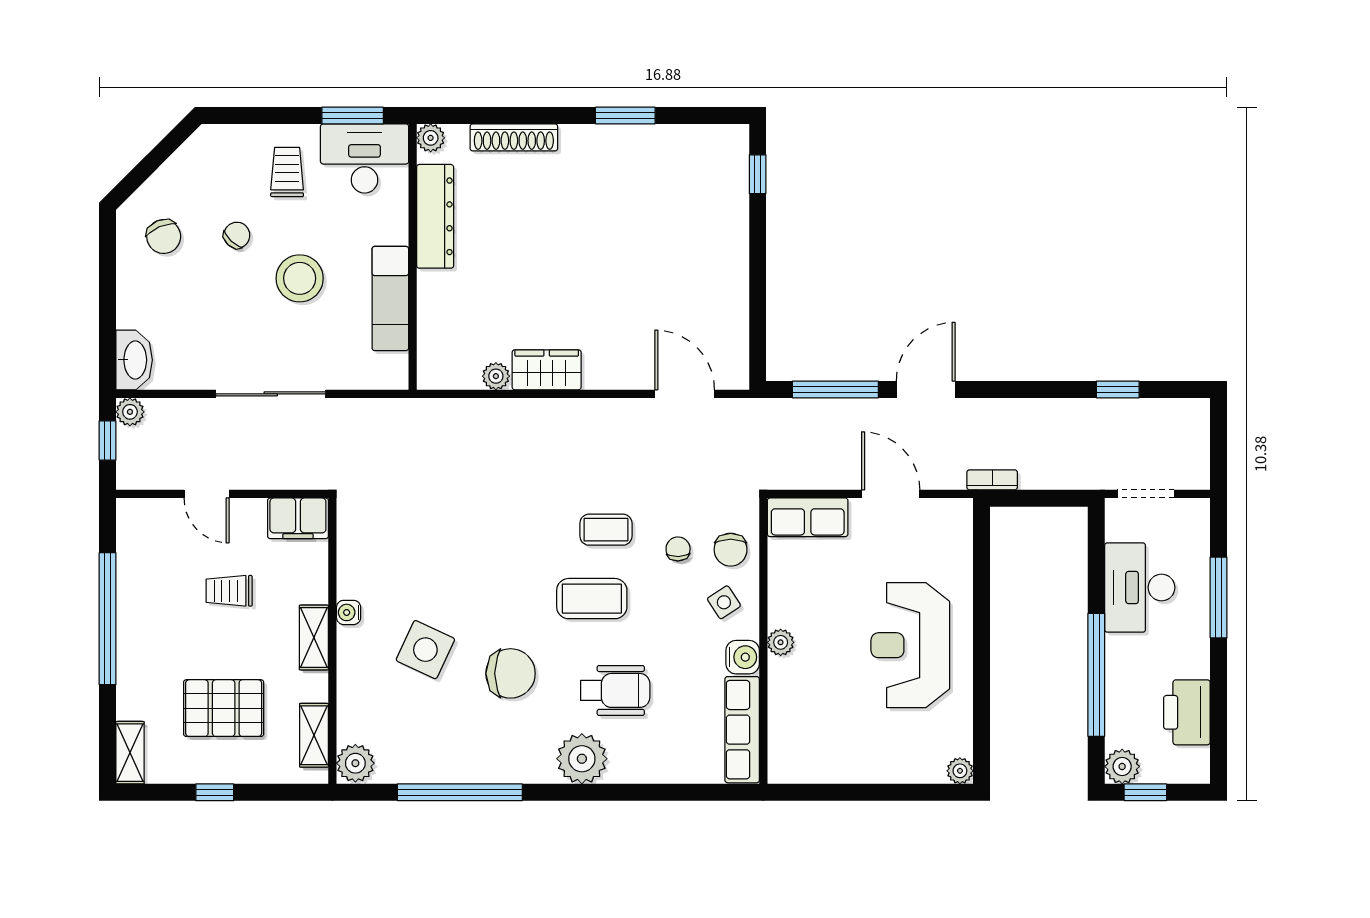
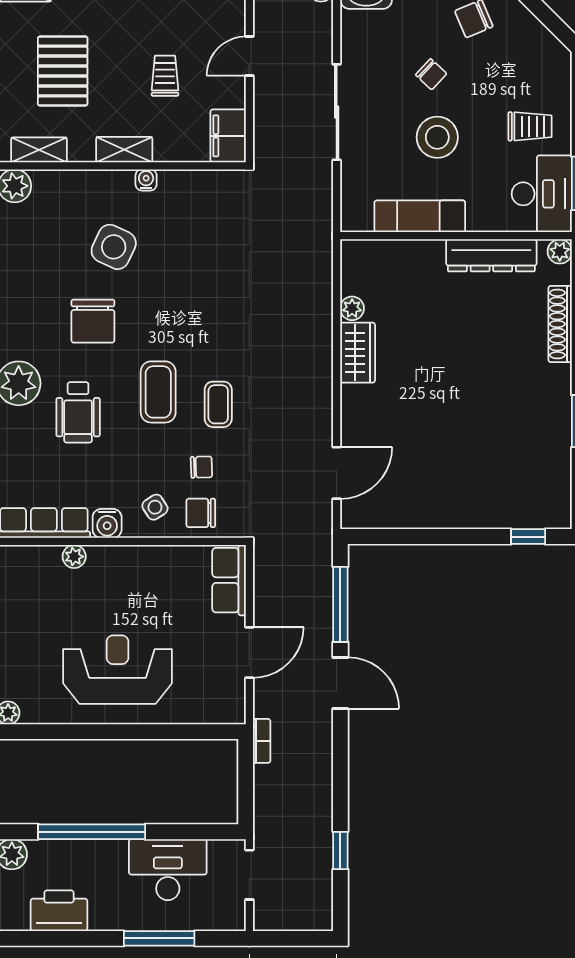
chair: (237, 235) -> (431, 74), moved
plant: (781, 642) -> (74, 557), moved

